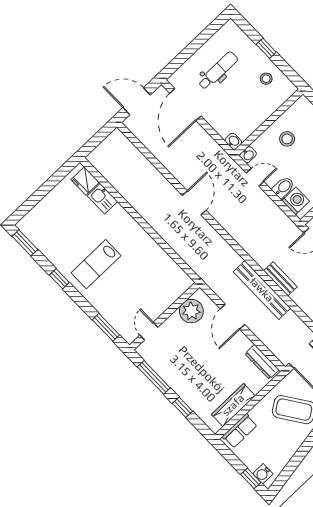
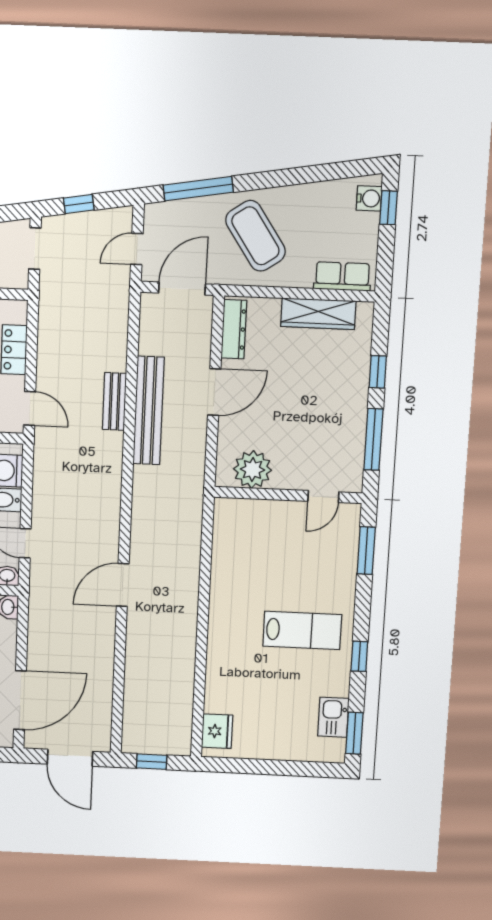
window: (99, 137) -> (152, 762), added
kitchen sink: (102, 199) -> (333, 717), moved, turned 180
door: (233, 317) -> (214, 392), moved

